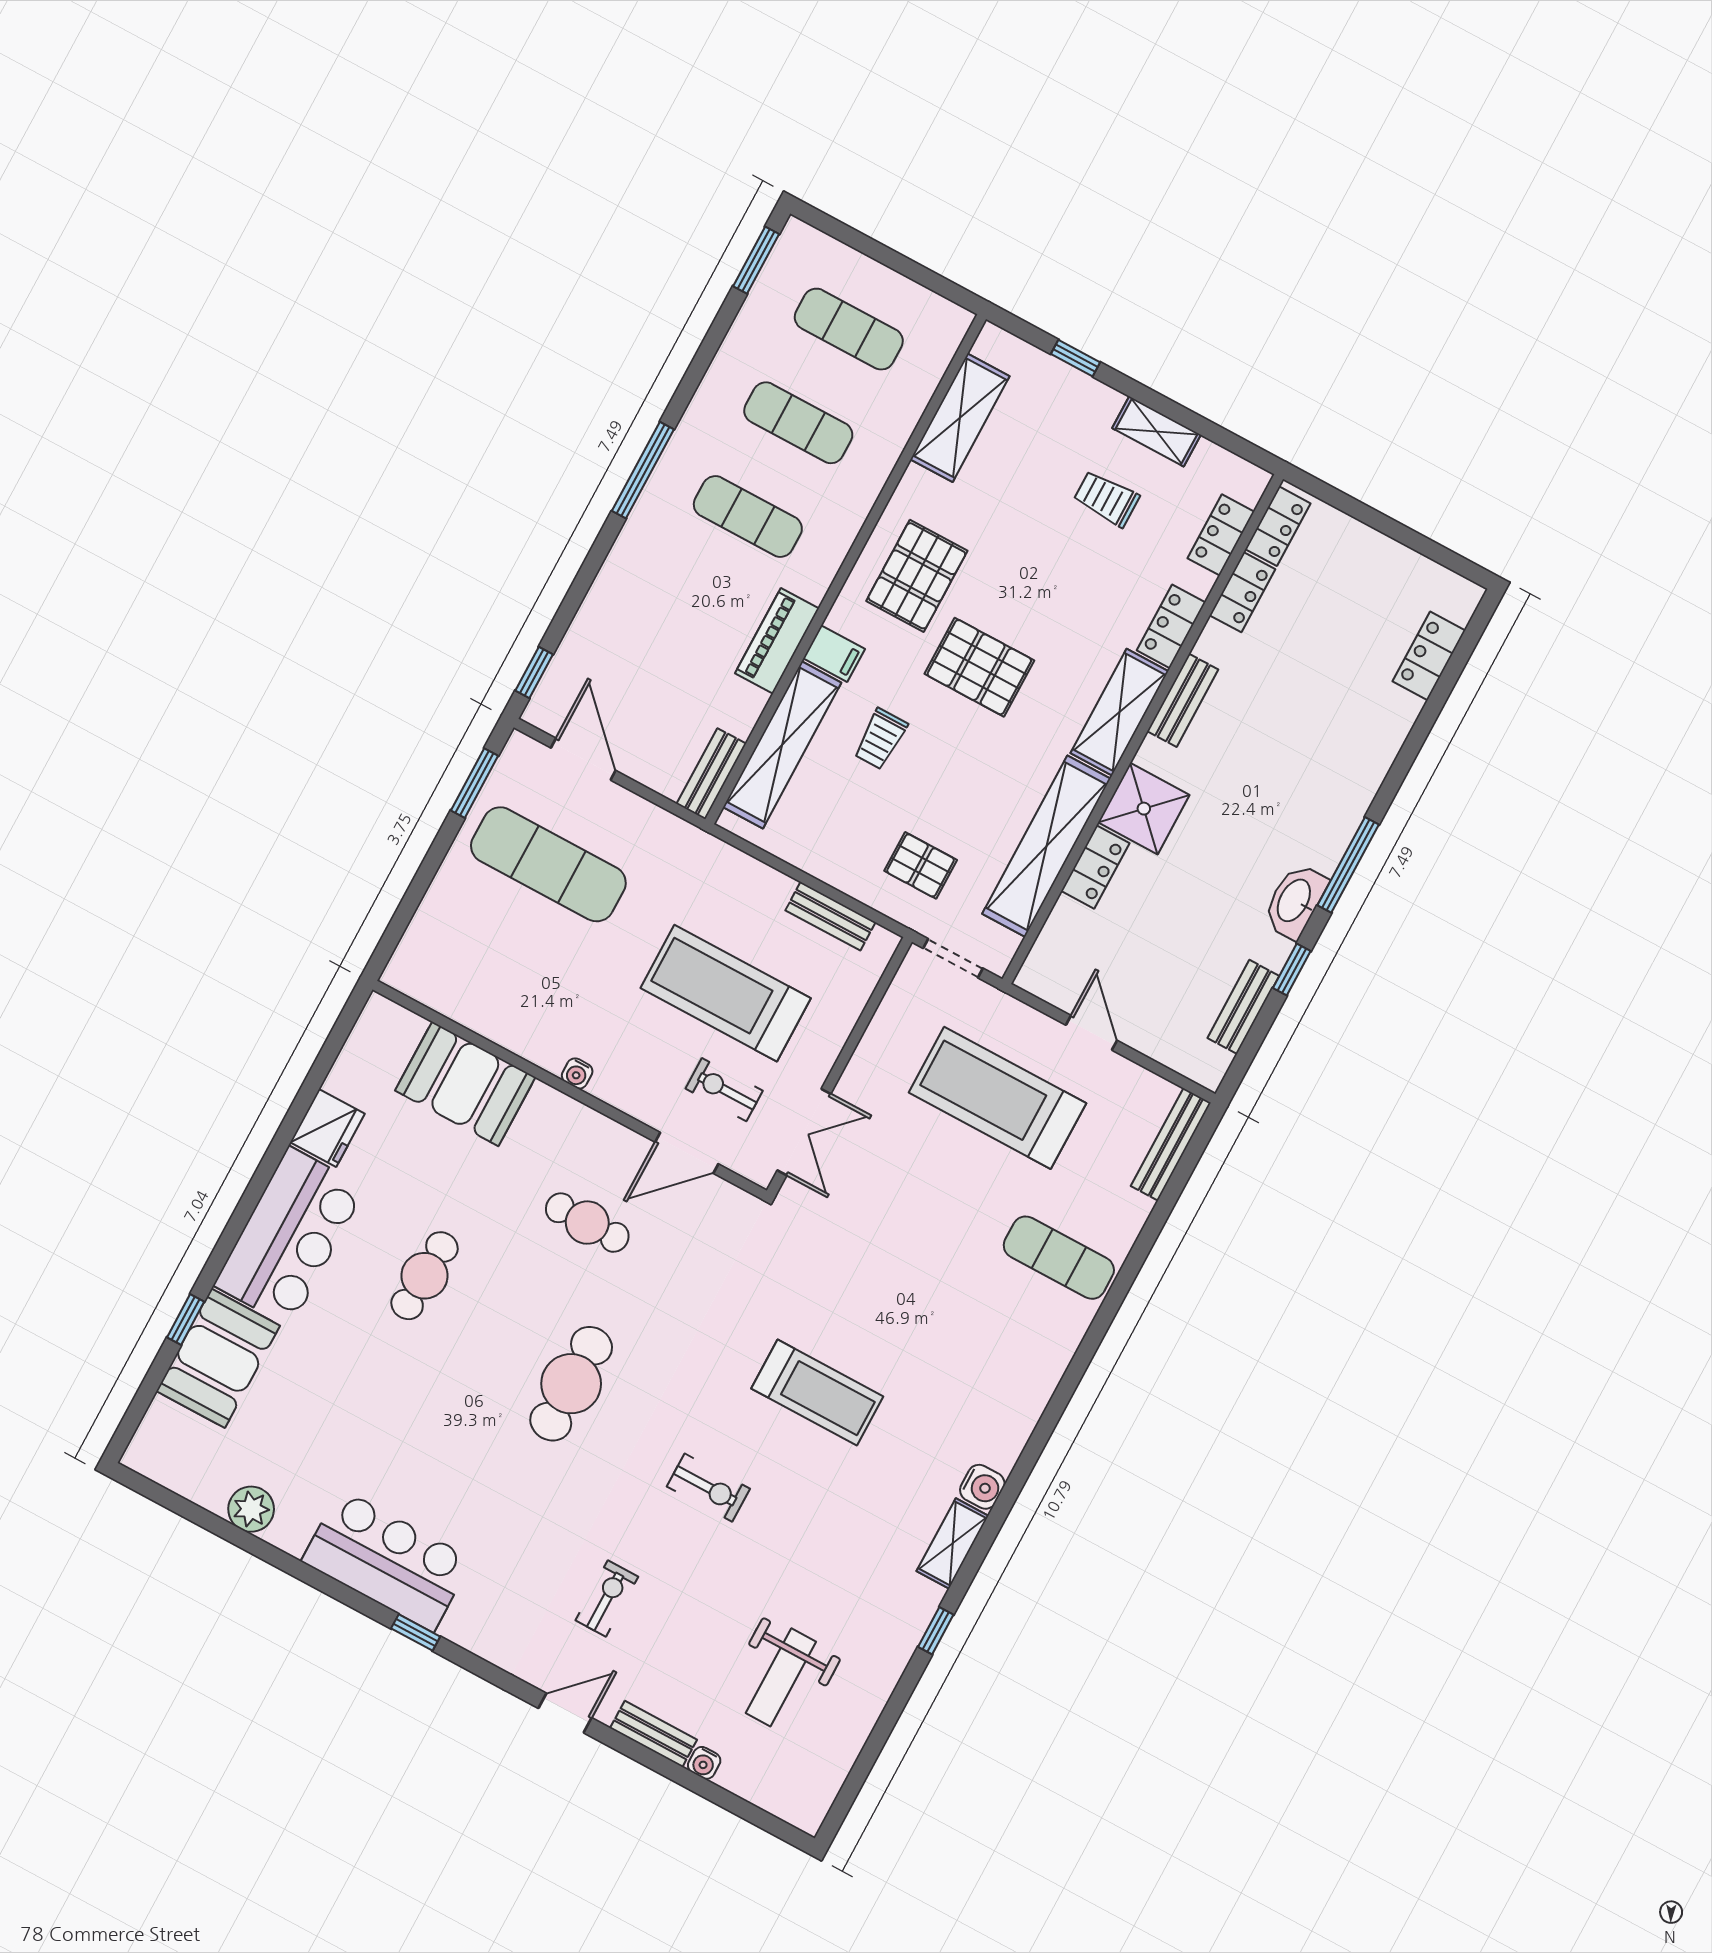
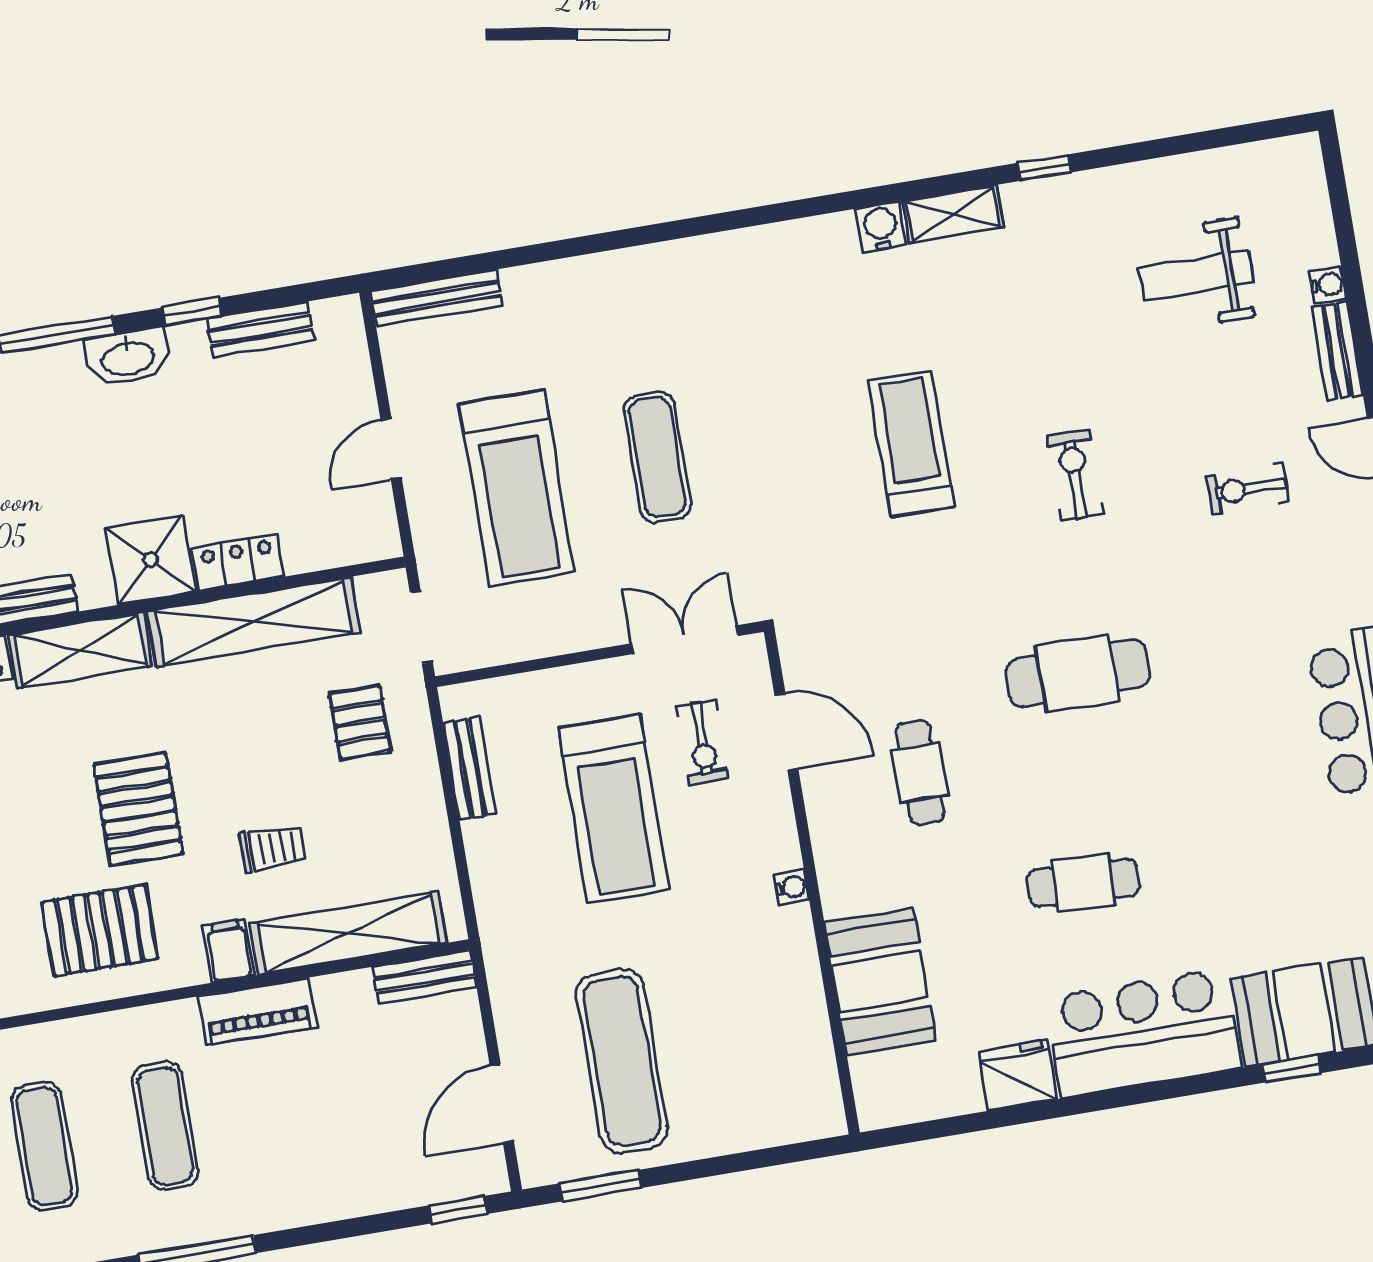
exercise mat: (1059, 1258) -> (657, 457), moved
weight bench: (781, 1677) -> (1196, 275), turned 180

